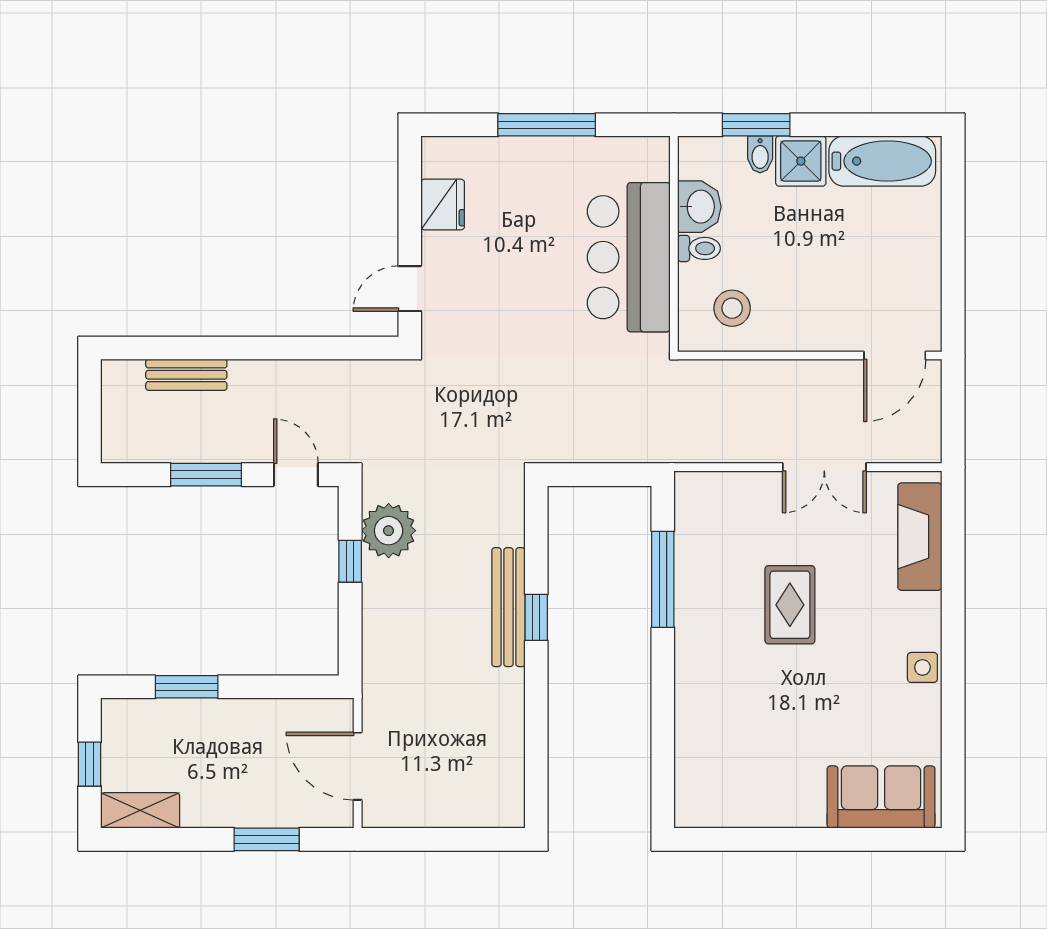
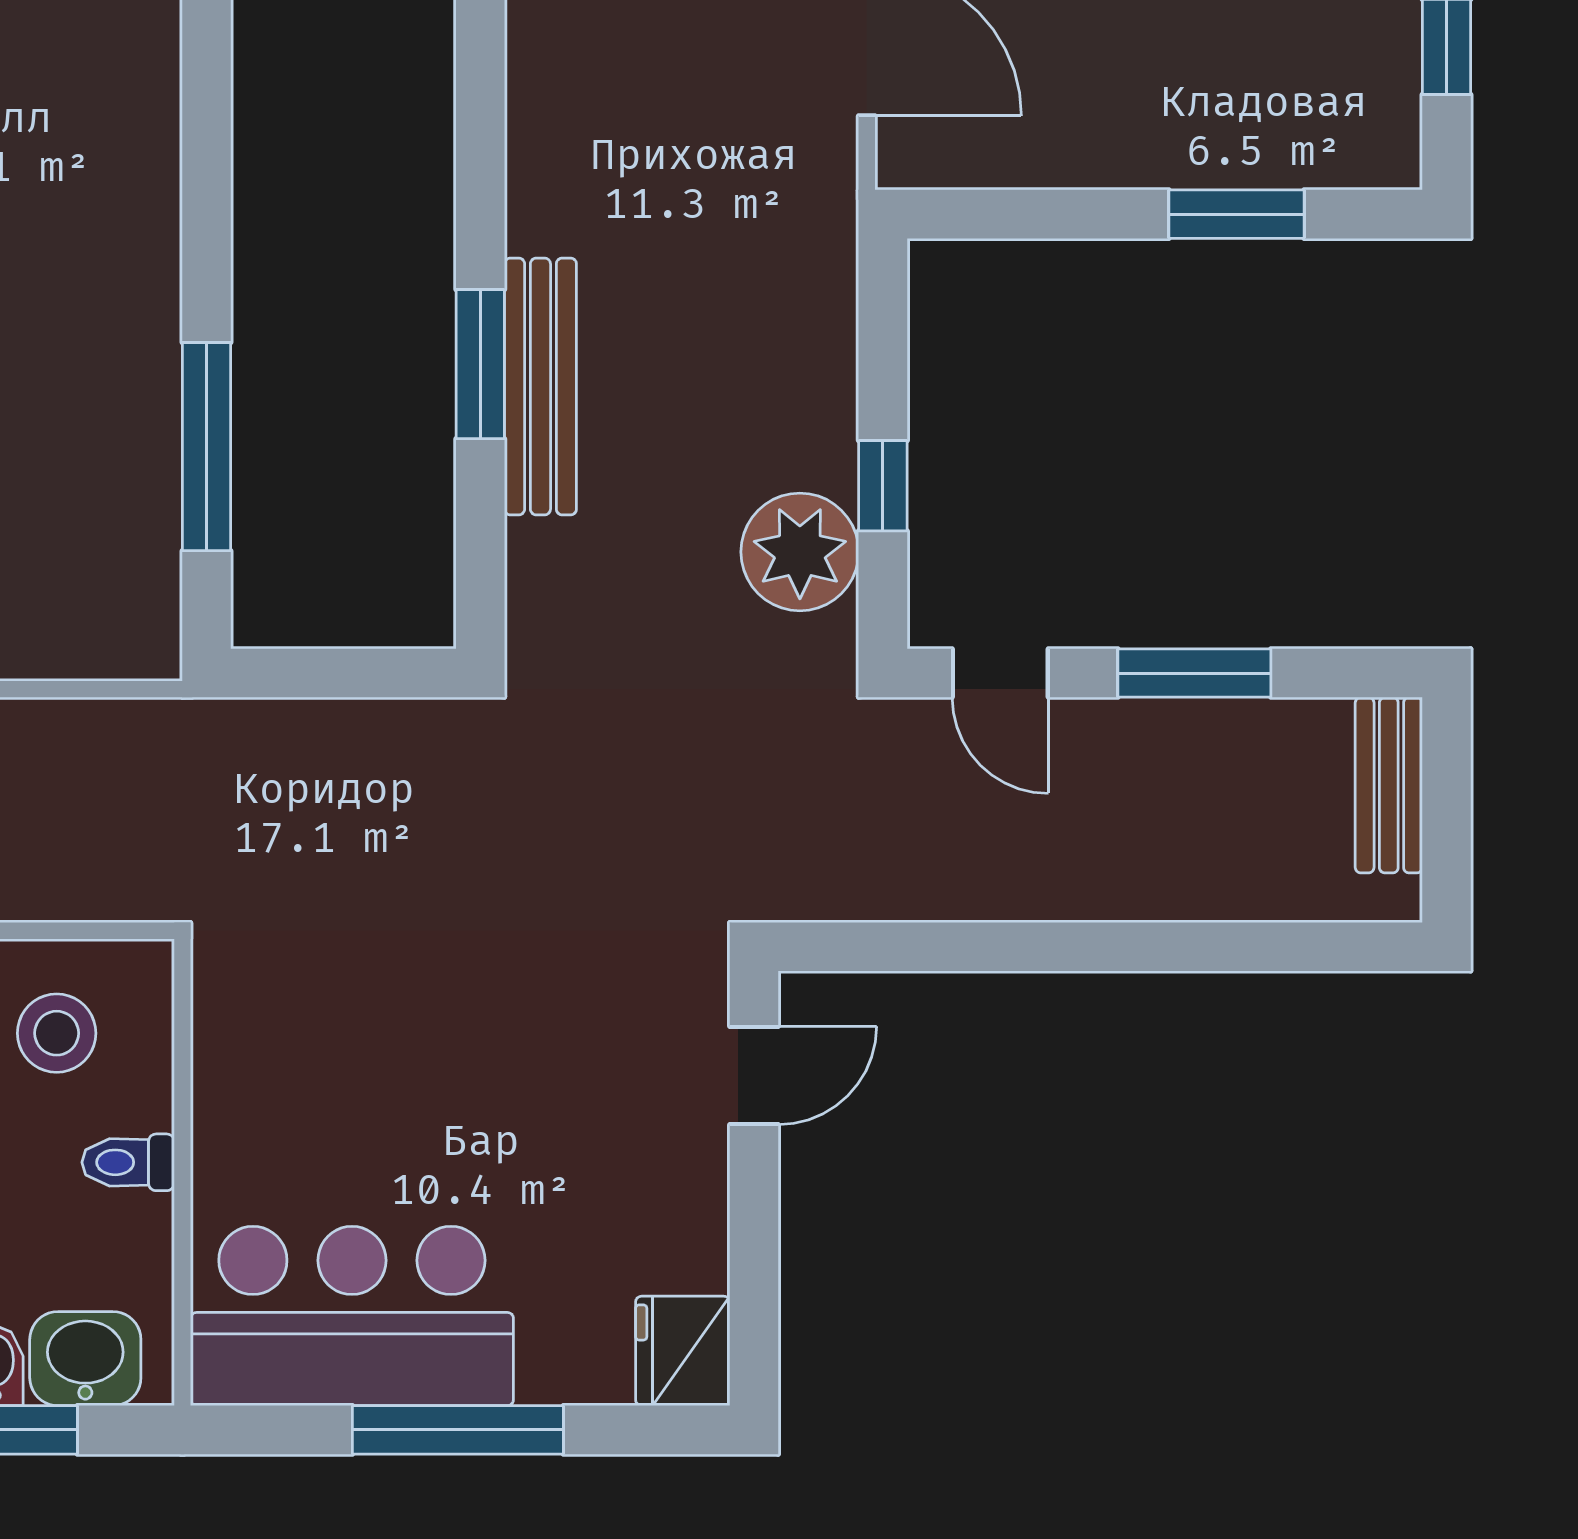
fridge: (443, 205) -> (683, 1351), moved
washbasin: (699, 207) -> (85, 1359), moved, turned 90
bar counter: (629, 257) -> (352, 1316), moved, turned -90
bench: (186, 375) -> (1389, 785), moved, turned 90
window: (536, 617) -> (480, 364), width x1.50

